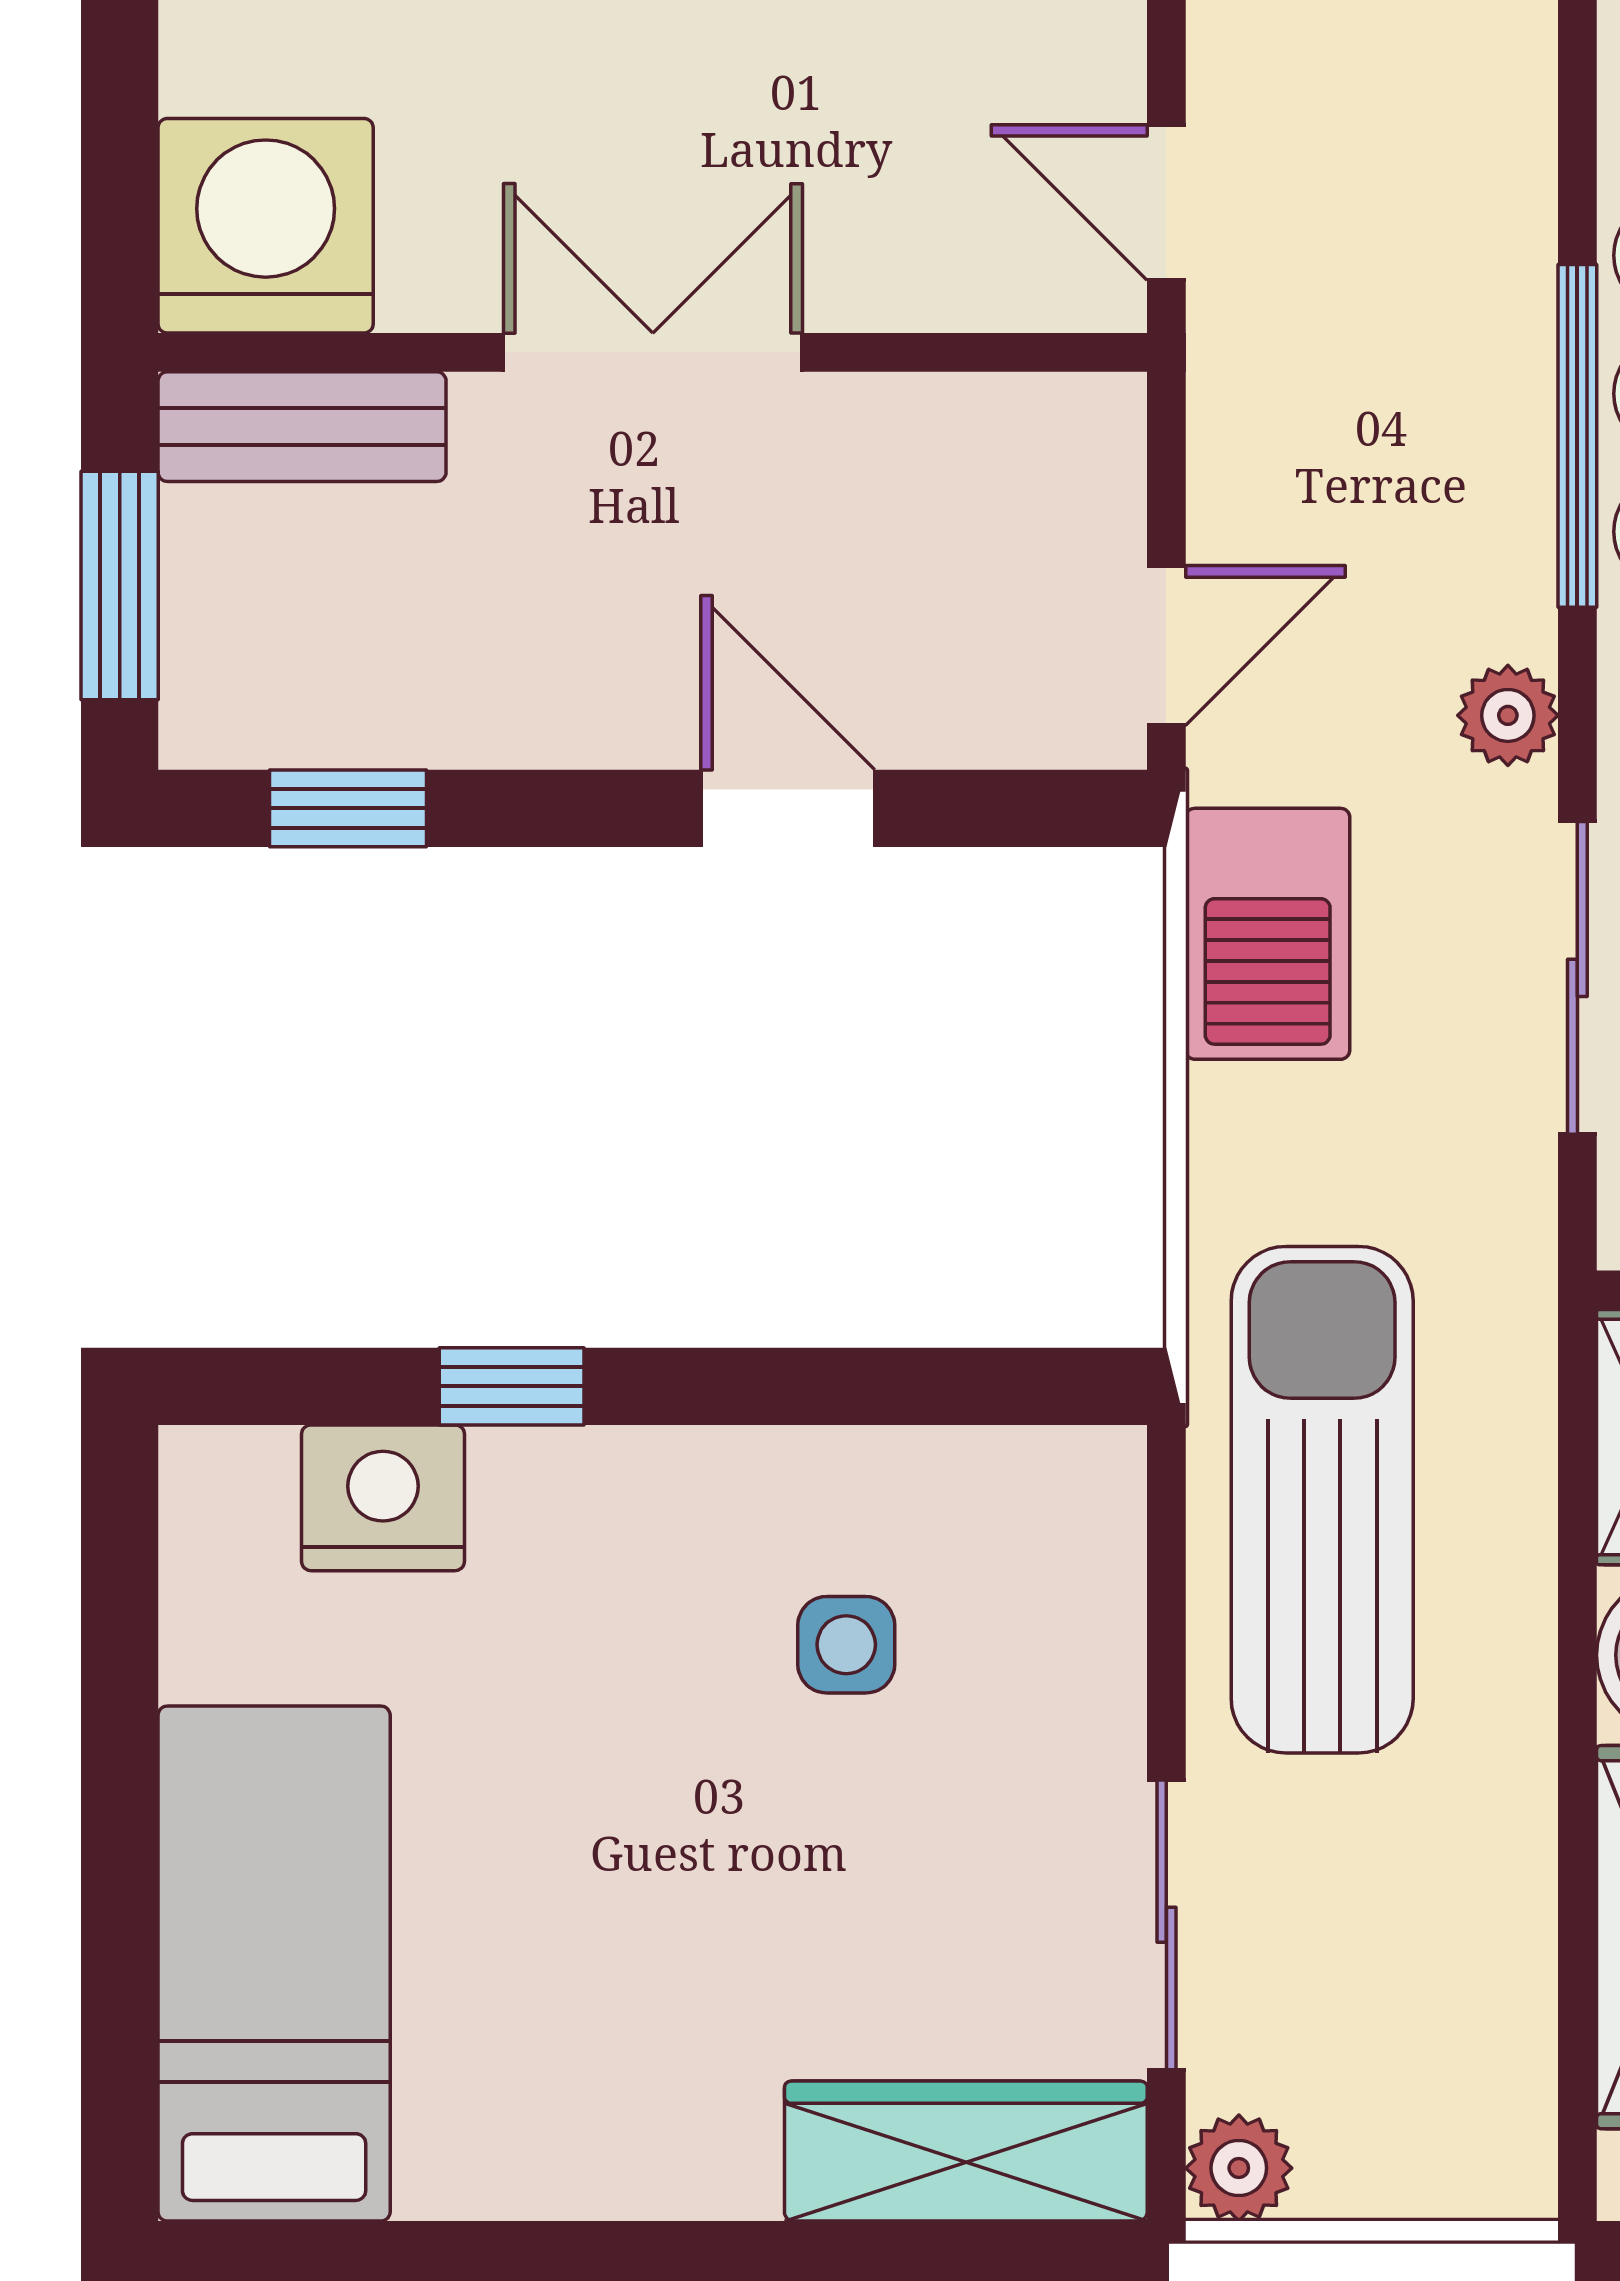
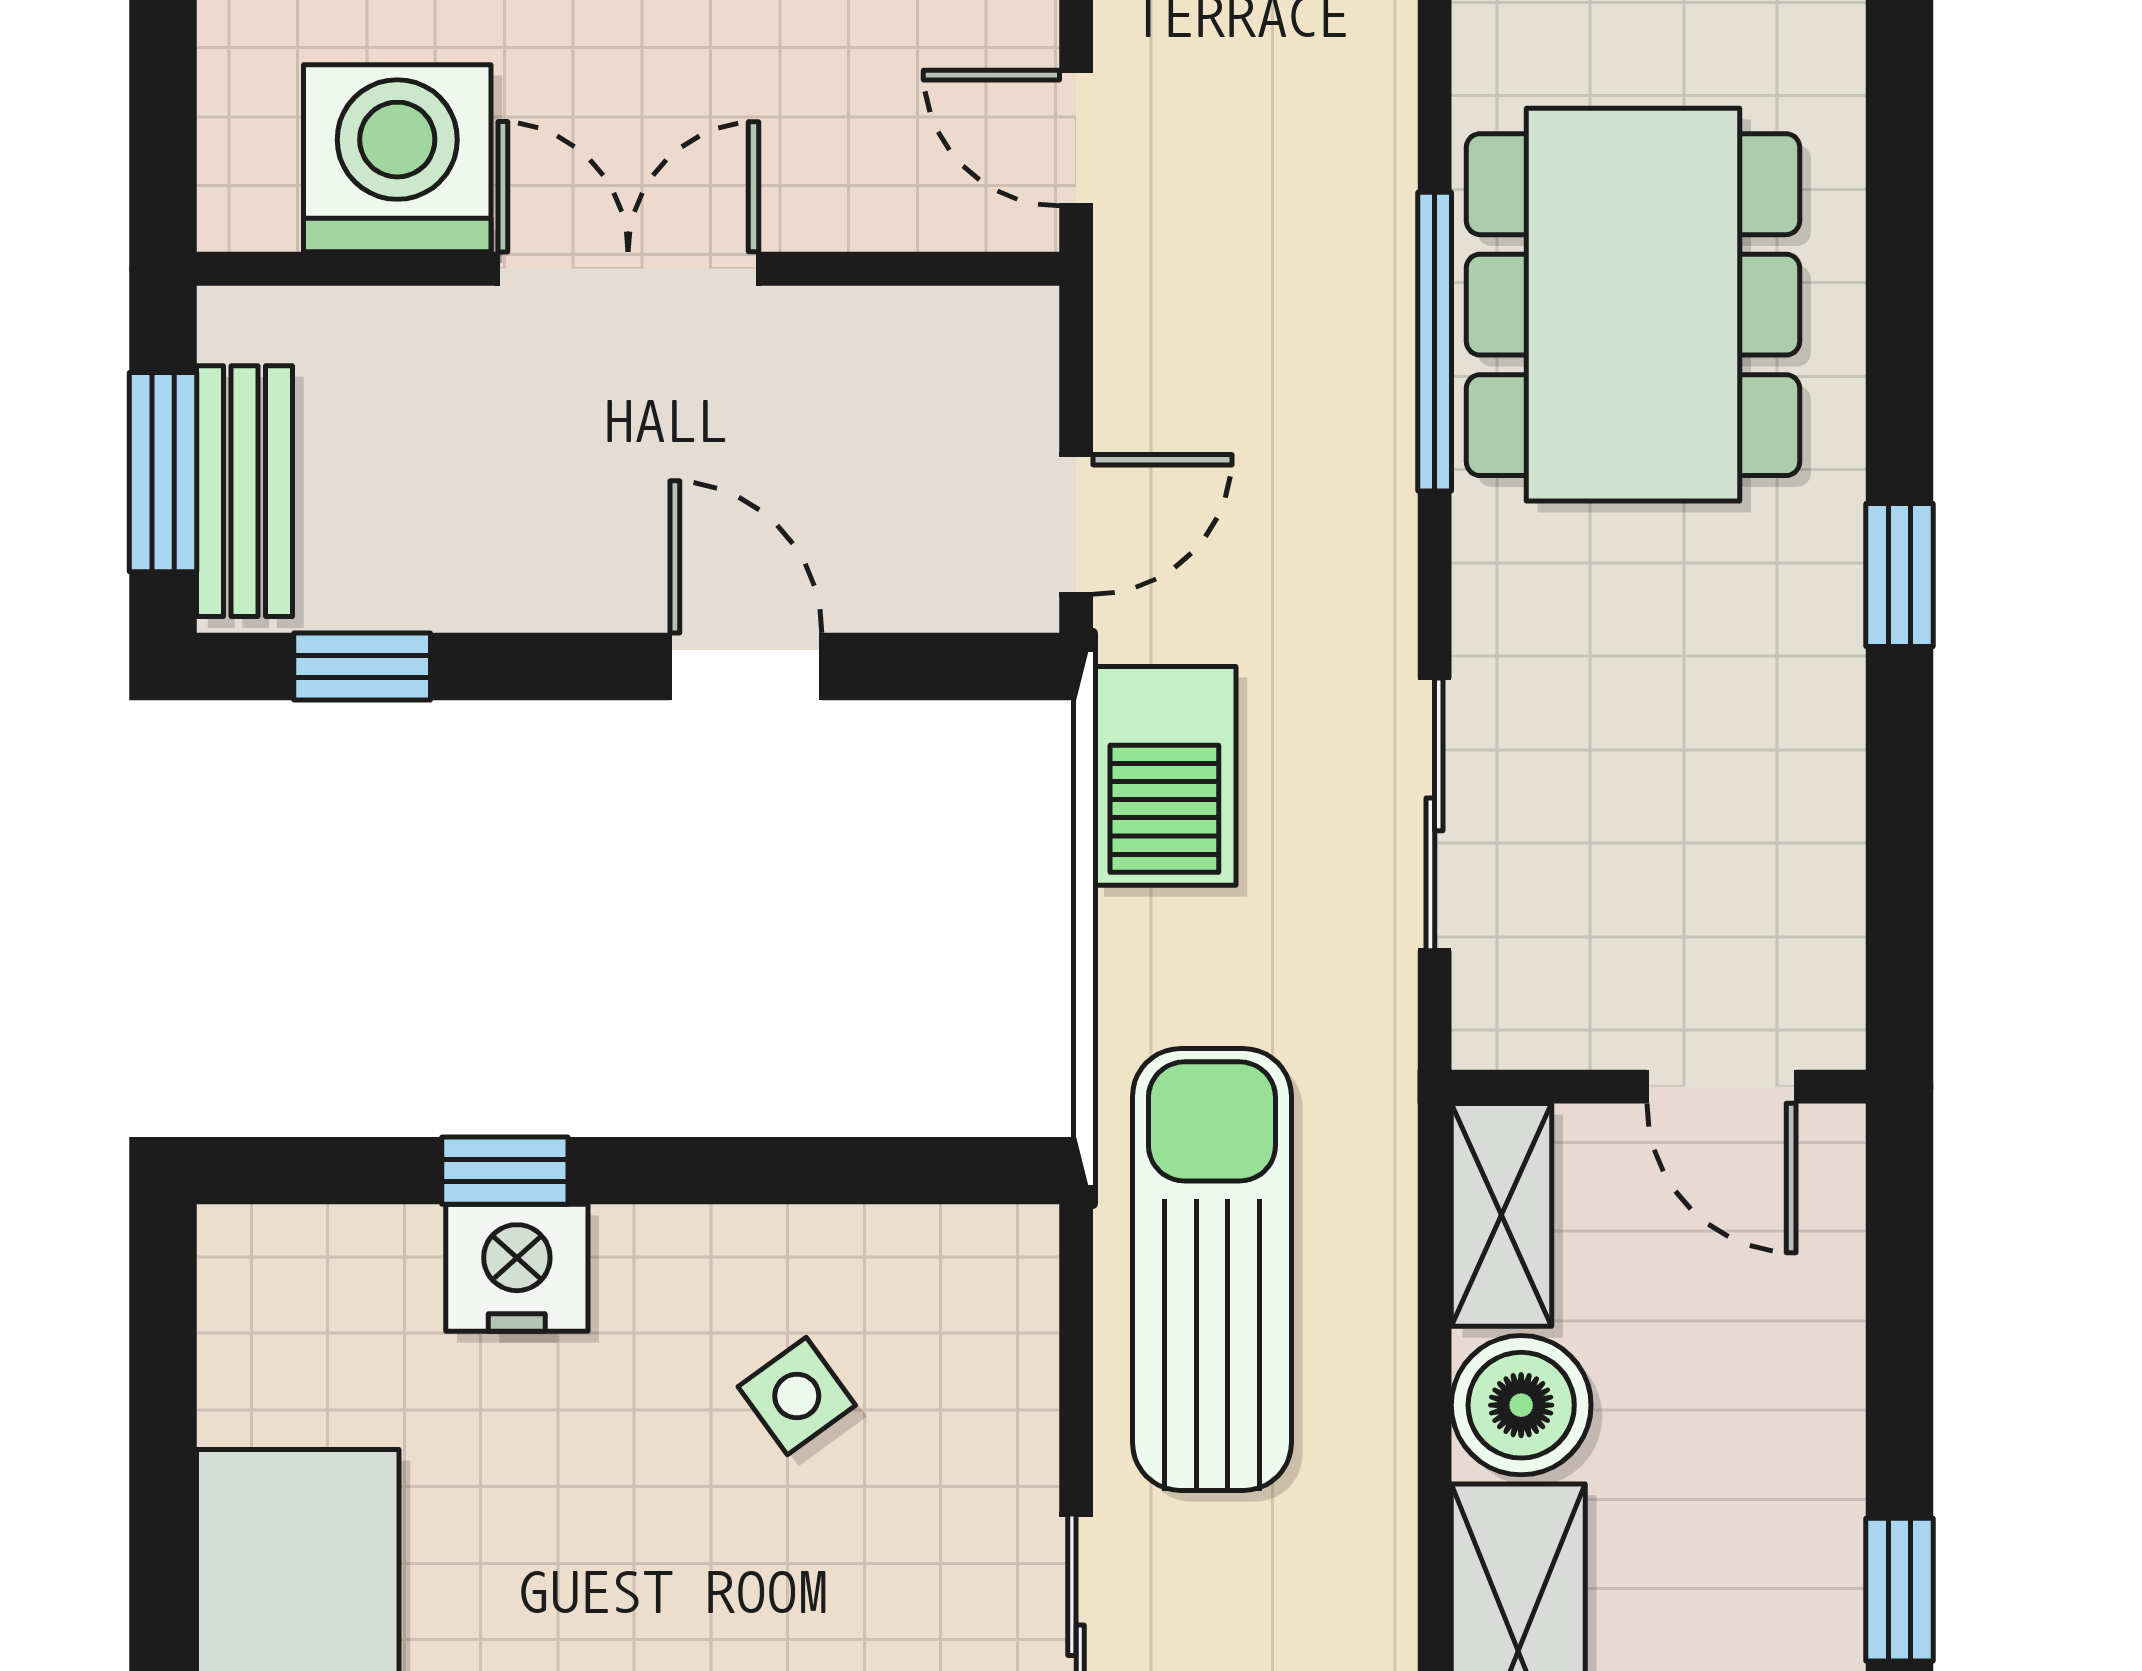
washing machine: (266, 226) -> (397, 158), moved
bench: (302, 427) -> (245, 491), moved, turned 90
plant: (1508, 715) -> (1374, 585), removed
nightstand: (383, 1498) -> (517, 1268), moved
side table: (846, 1645) -> (797, 1396), turned -36

